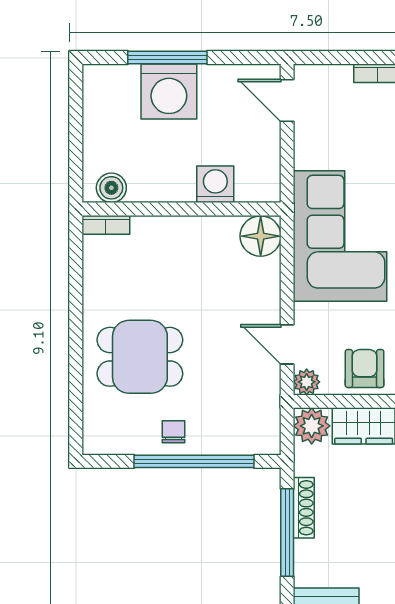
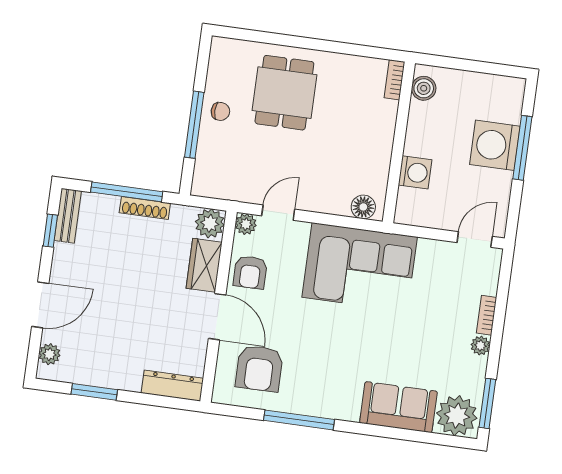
floor lamp: (261, 236) -> (363, 207), width x0.73, depth x0.73
armchair: (365, 369) -> (250, 272), turned 90
window: (194, 461) -> (194, 125), width x0.68

